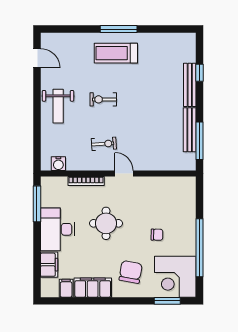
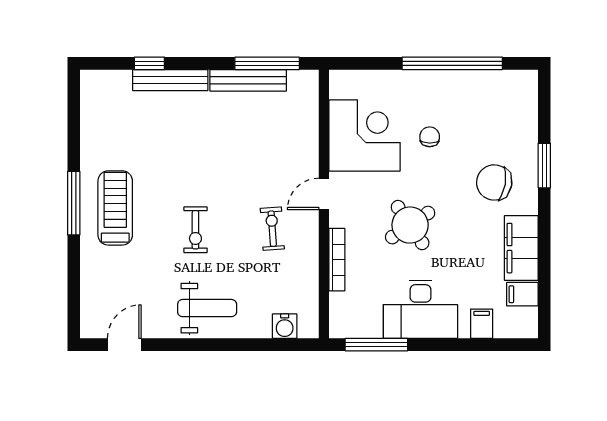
treadmill: (116, 53) -> (115, 208), turned 180
water cooler: (58, 164) -> (285, 326), moved, turned 90
round table: (106, 223) -> (410, 225), turned -34
filing cabinet: (49, 265) -> (482, 324), width x0.50
corner desk: (175, 277) -> (365, 135), moved, turned -90
window: (167, 301) -> (544, 166), moved

